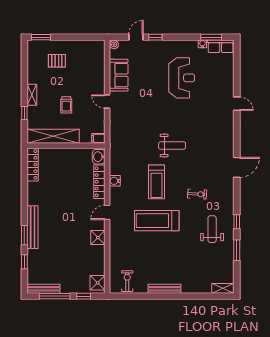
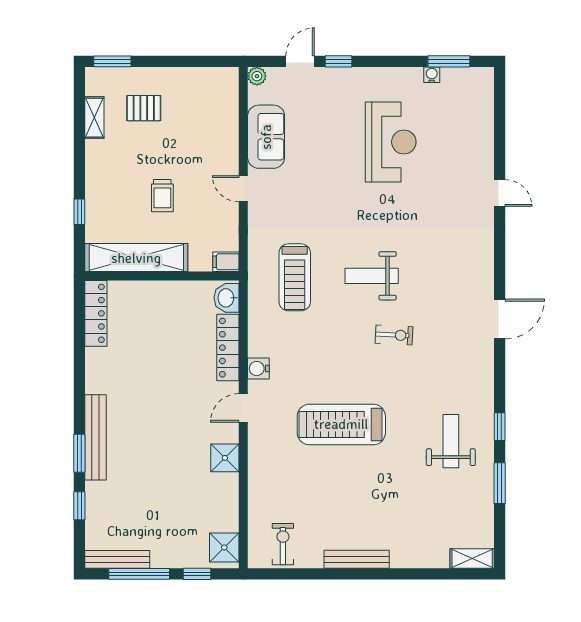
row of seats: (221, 46) -> (468, 80), removed
shelving: (32, 95) -> (94, 118), moved
weight bench: (172, 145) -> (372, 276), turned 180
water cooler: (115, 181) -> (258, 369), moved
treadmill: (157, 182) -> (295, 277), moved
exercise bike: (197, 194) -> (394, 335), moved

